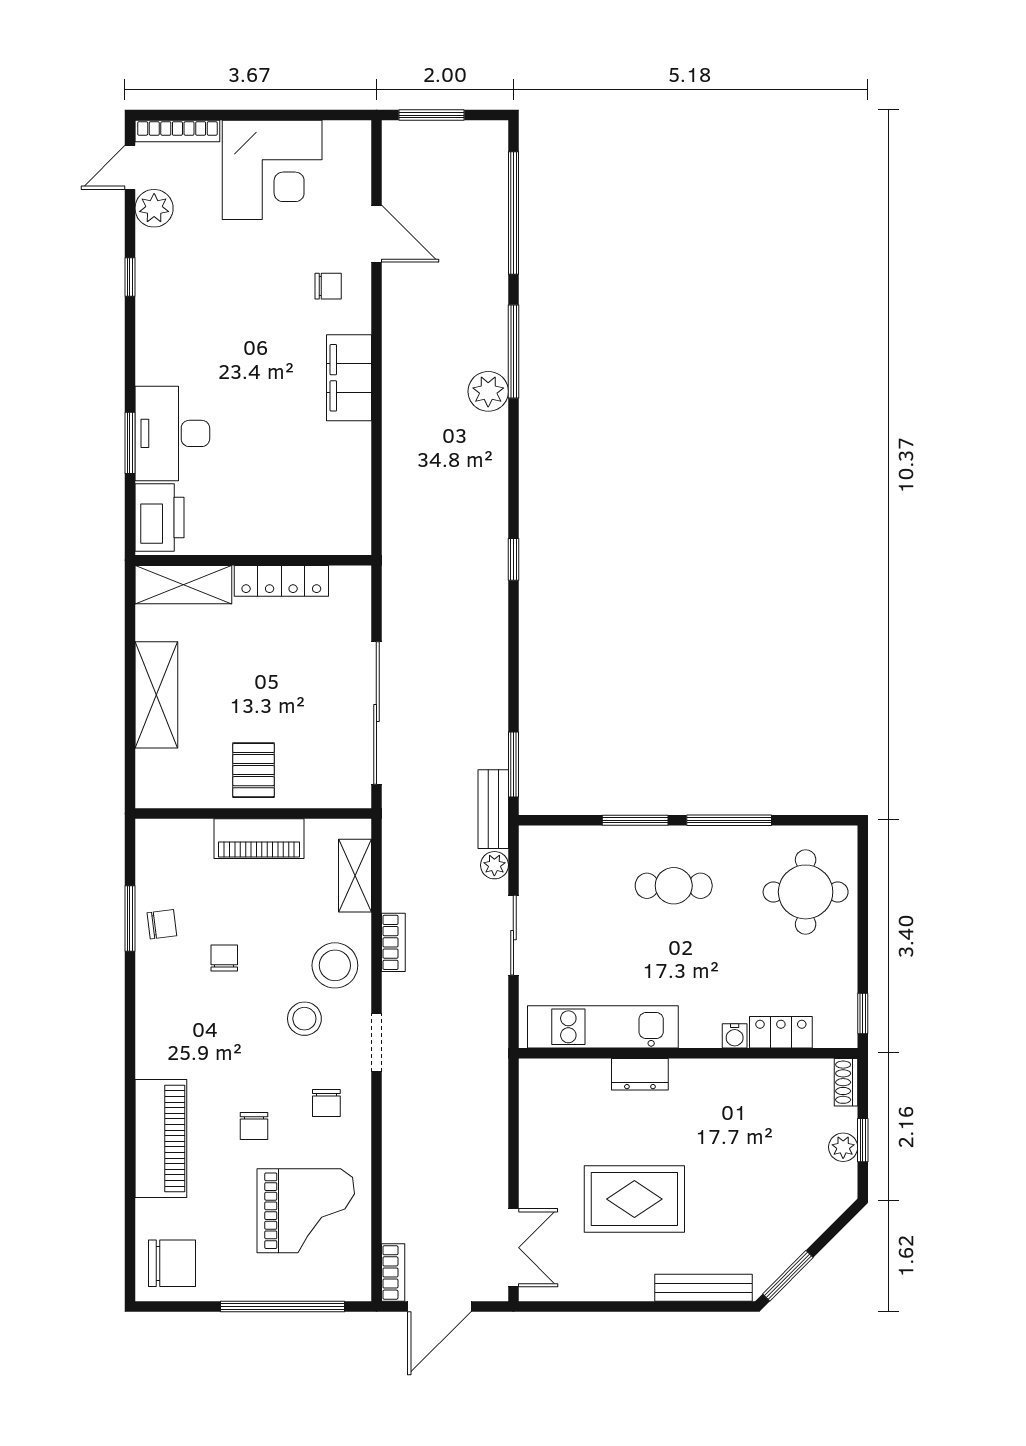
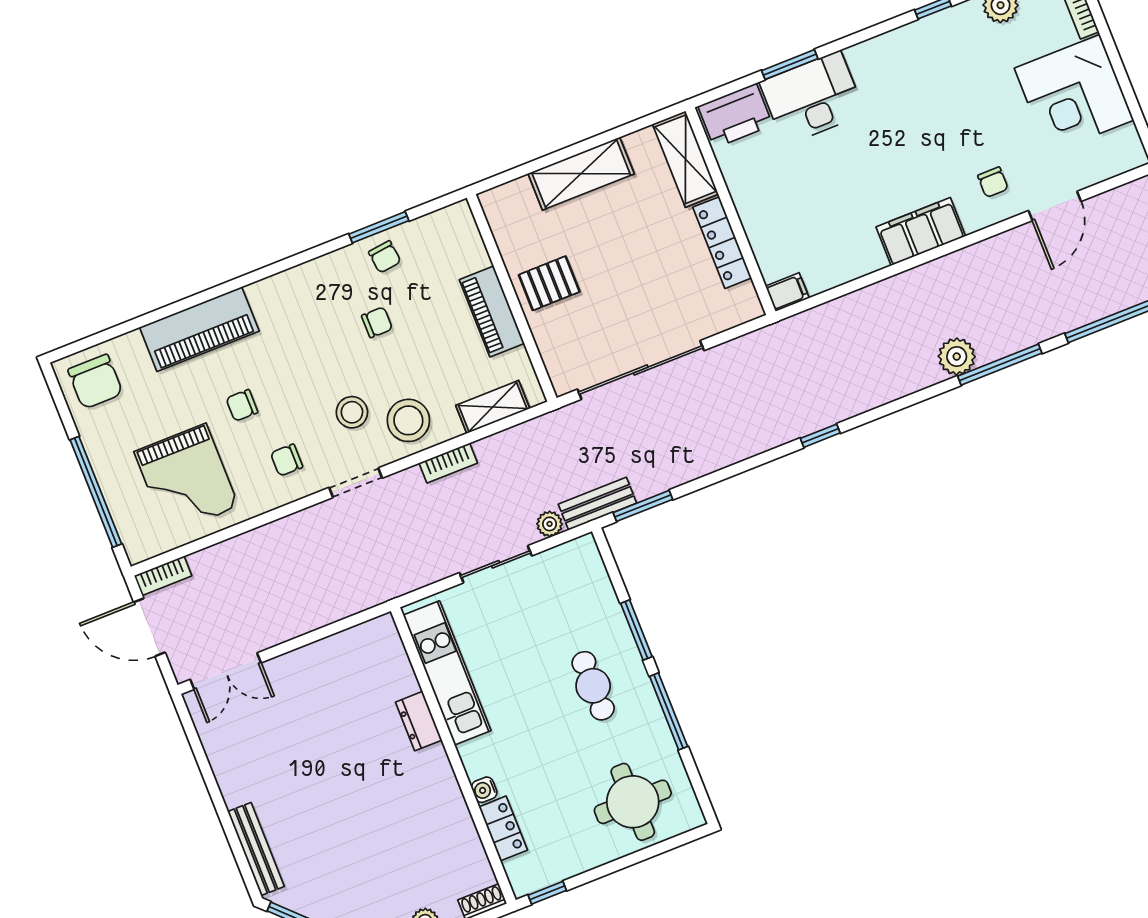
filing cabinet: (357, 535) -> (787, 292), added
rug: (634, 1199) -> (309, 759), removed

